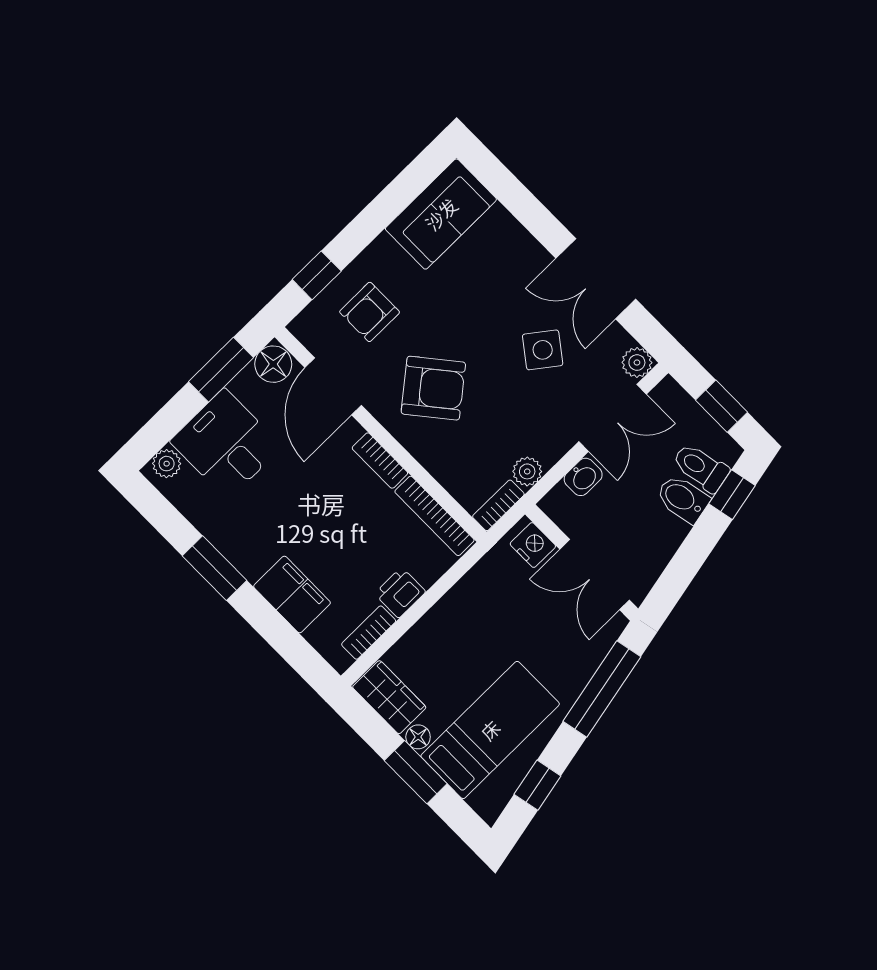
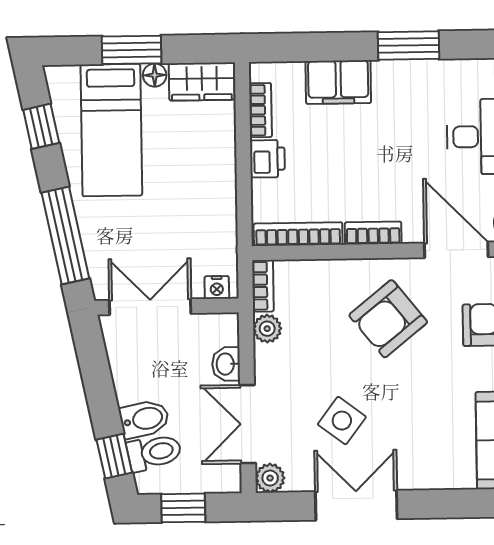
nightstand: (533, 545) -> (217, 287), width x0.72, depth x0.74

